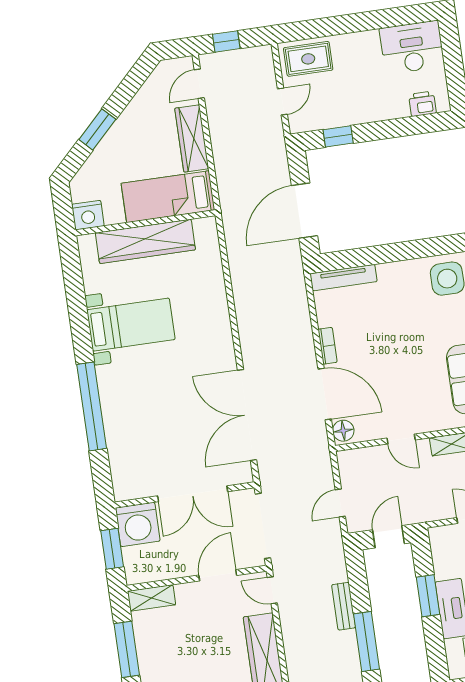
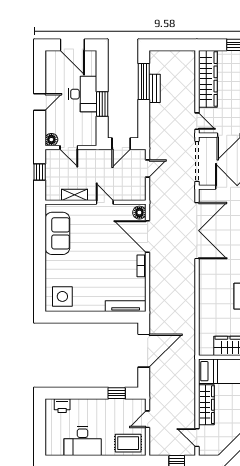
desk: (412, 47) -> (83, 441), moved
door: (199, 84) -> (197, 438), swing flipped
bench: (344, 606) -> (155, 88), moved

